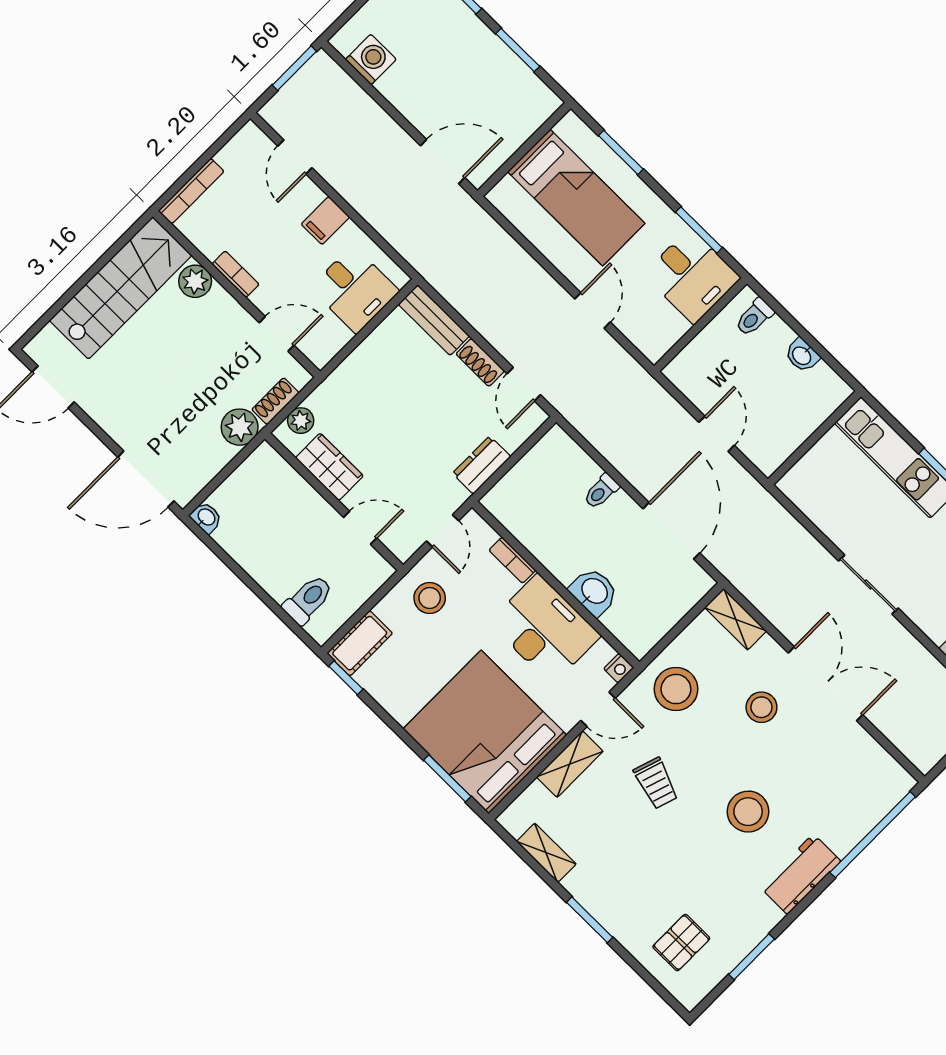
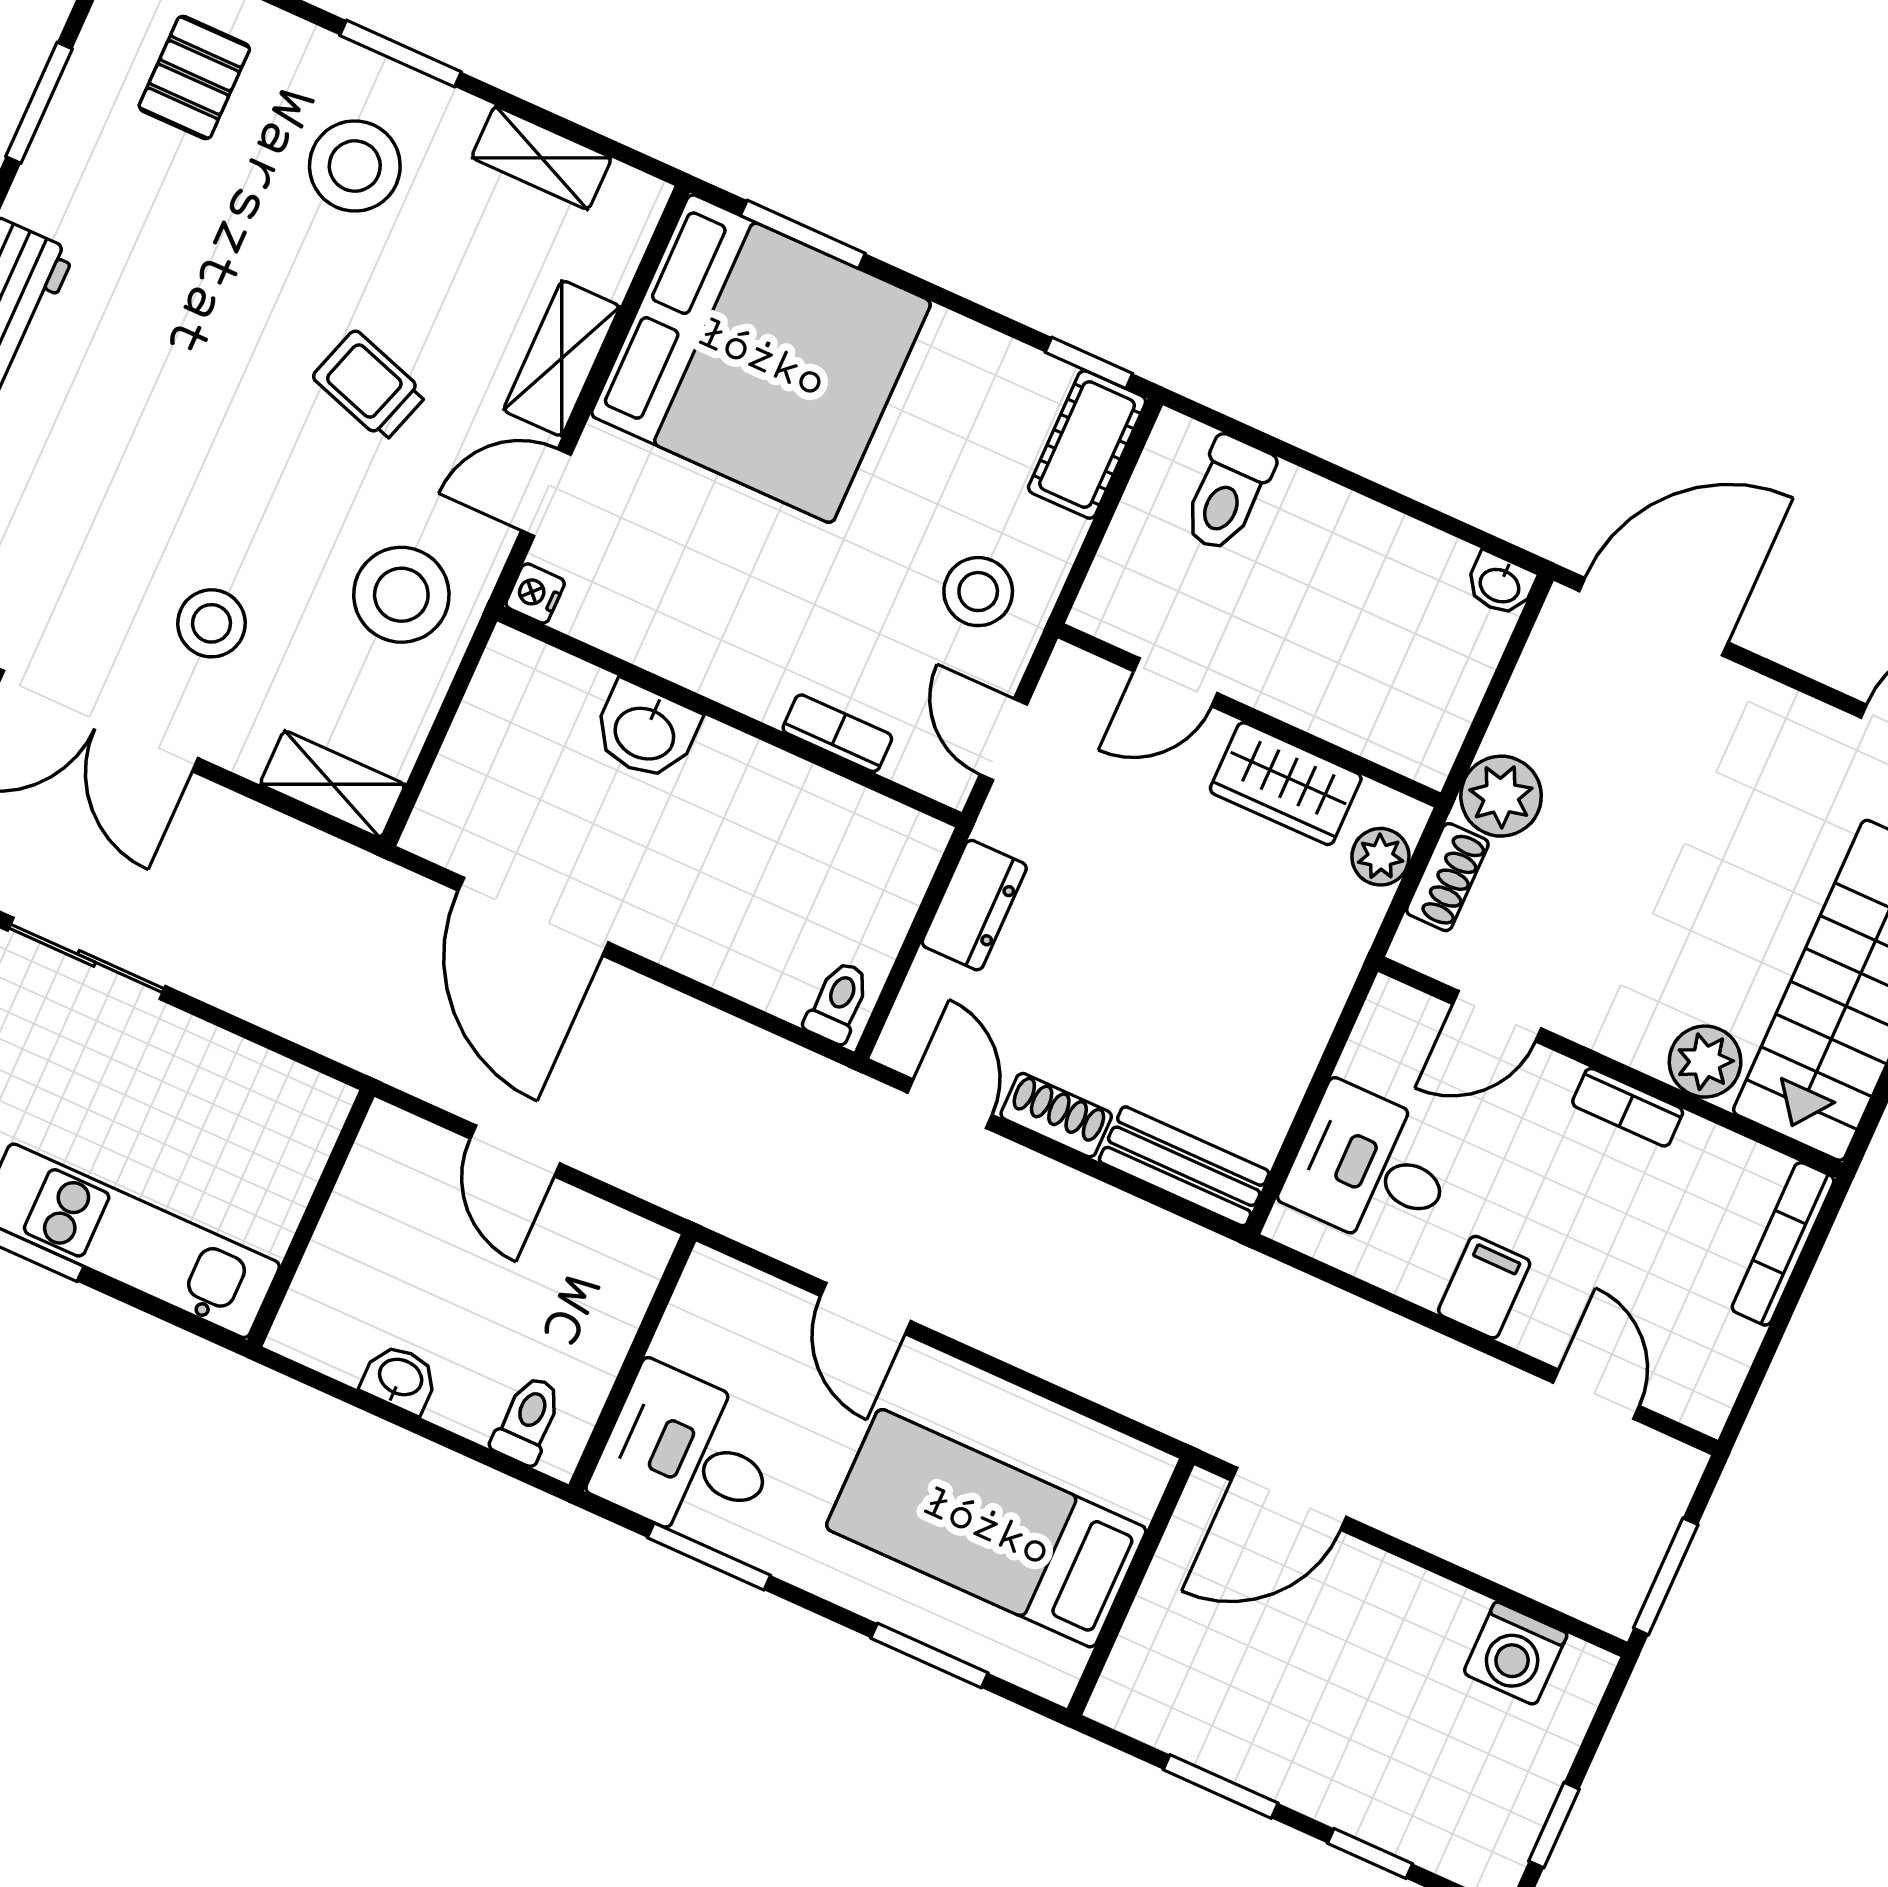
toilet: (601, 491) -> (838, 1002), moved
desk: (545, 629) -> (717, 617), removed
stool: (748, 812) -> (355, 166), moved

